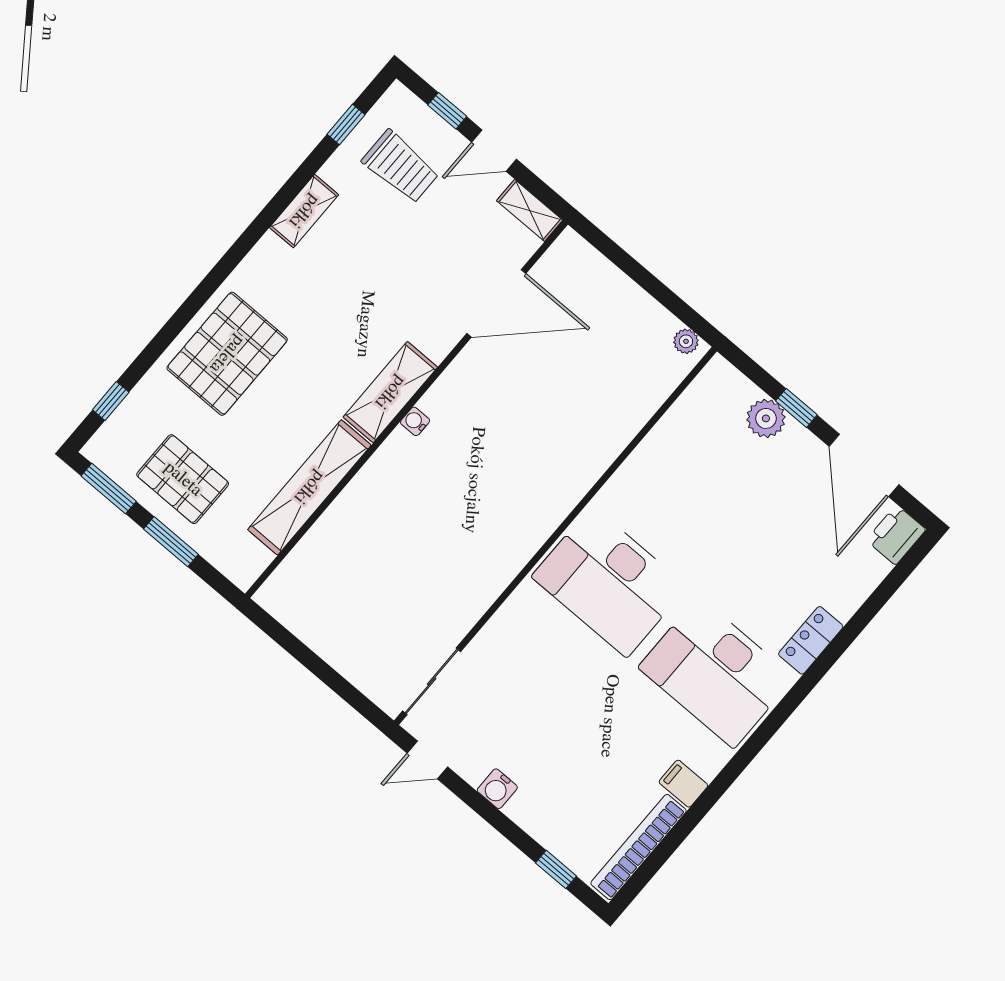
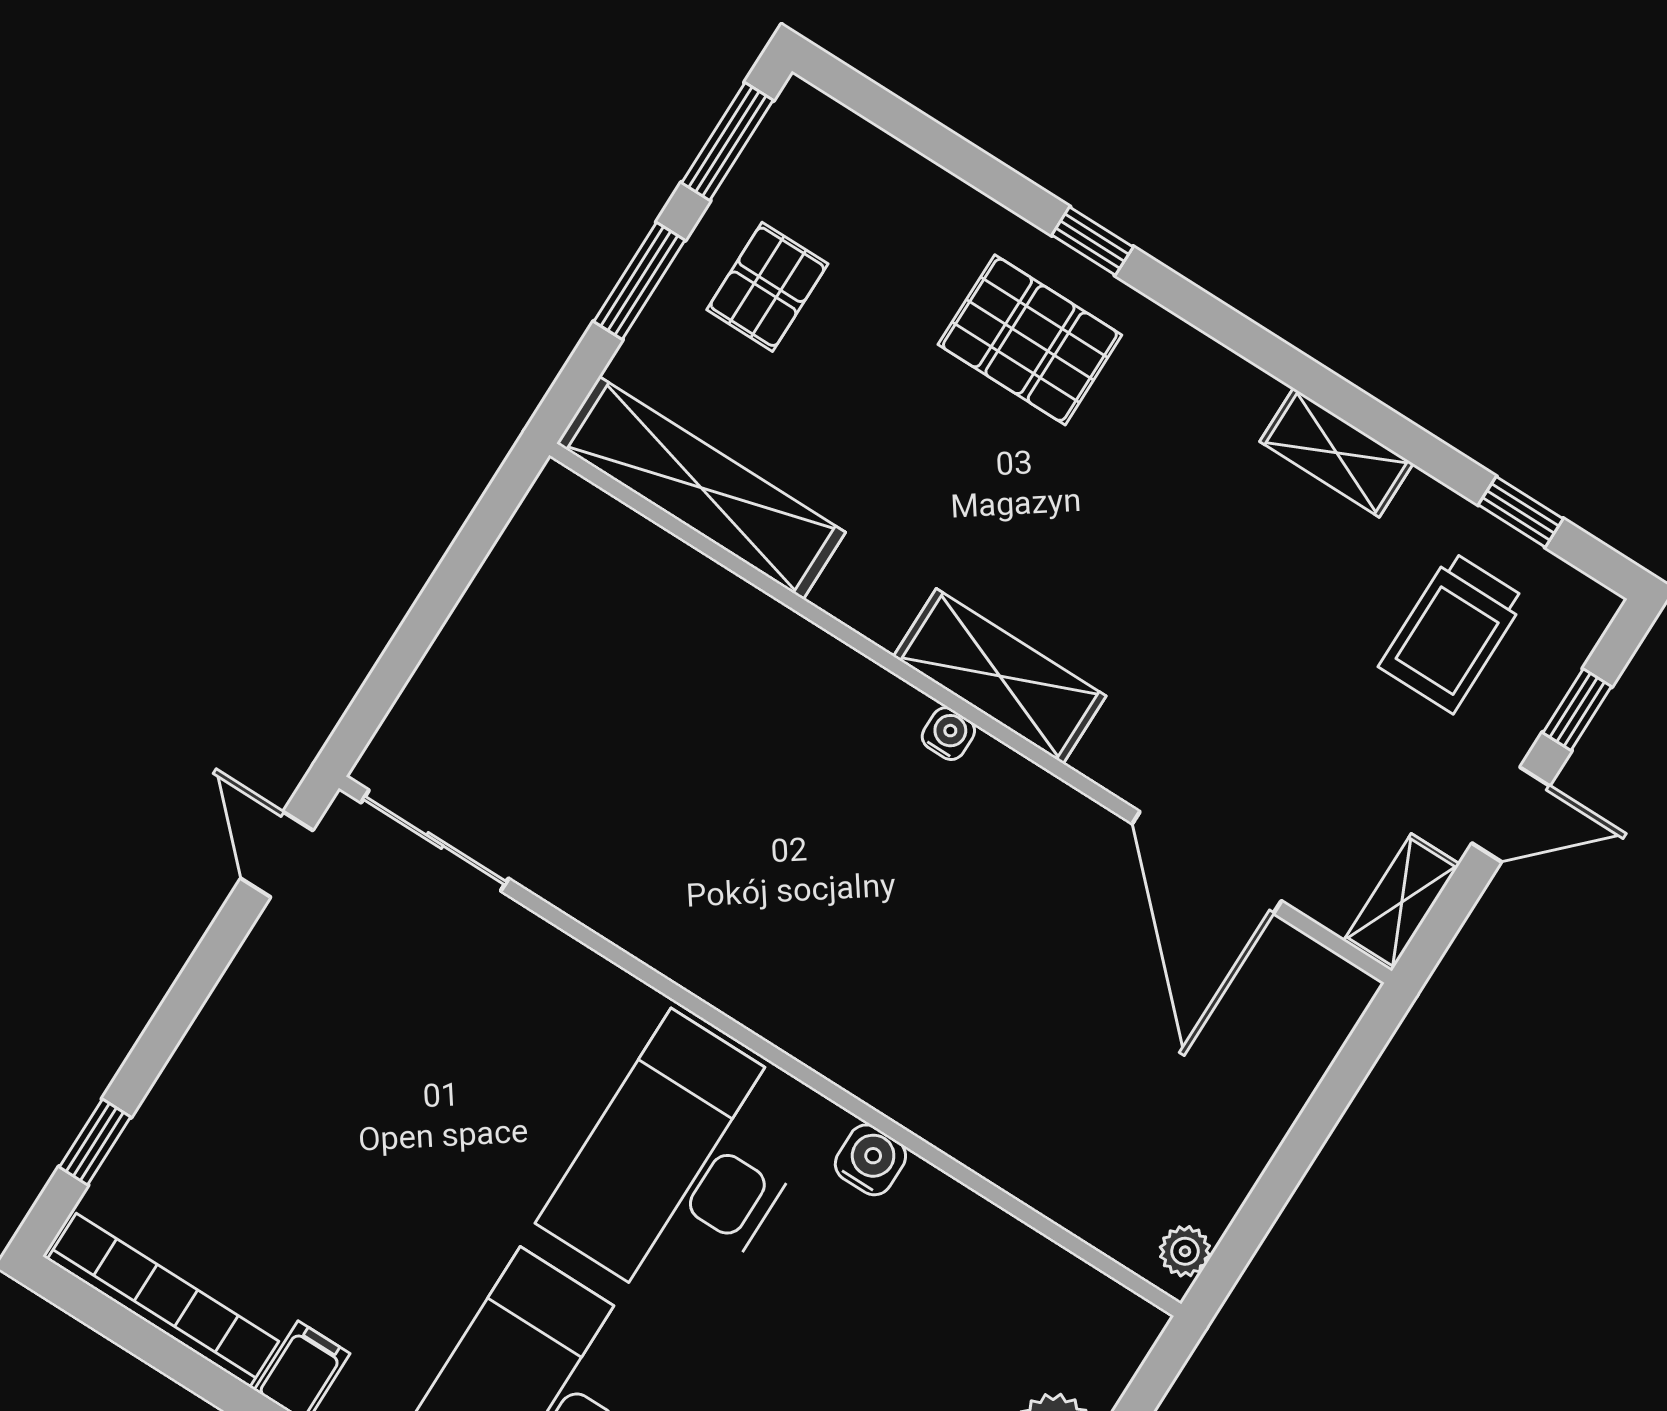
door: (494, 151) -> (1511, 815), swing flipped
pallet: (227, 354) -> (1030, 340), width x0.73, depth x0.71
window: (111, 401) -> (1092, 241), moved
pallet: (183, 479) -> (767, 287), width x0.67, depth x0.71
shelving: (309, 487) -> (701, 488), moved
water cooler: (497, 789) -> (870, 1160), moved, turned 90

